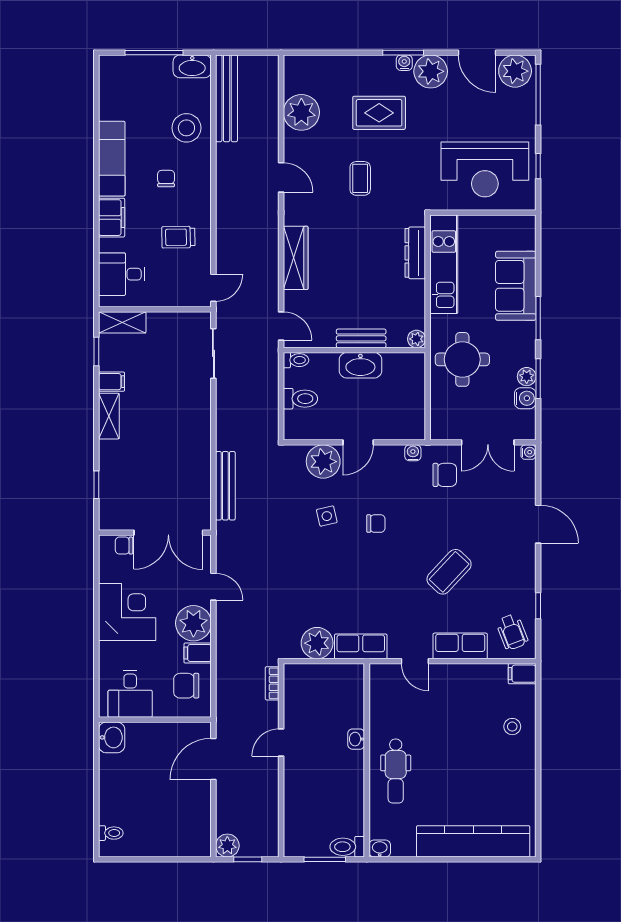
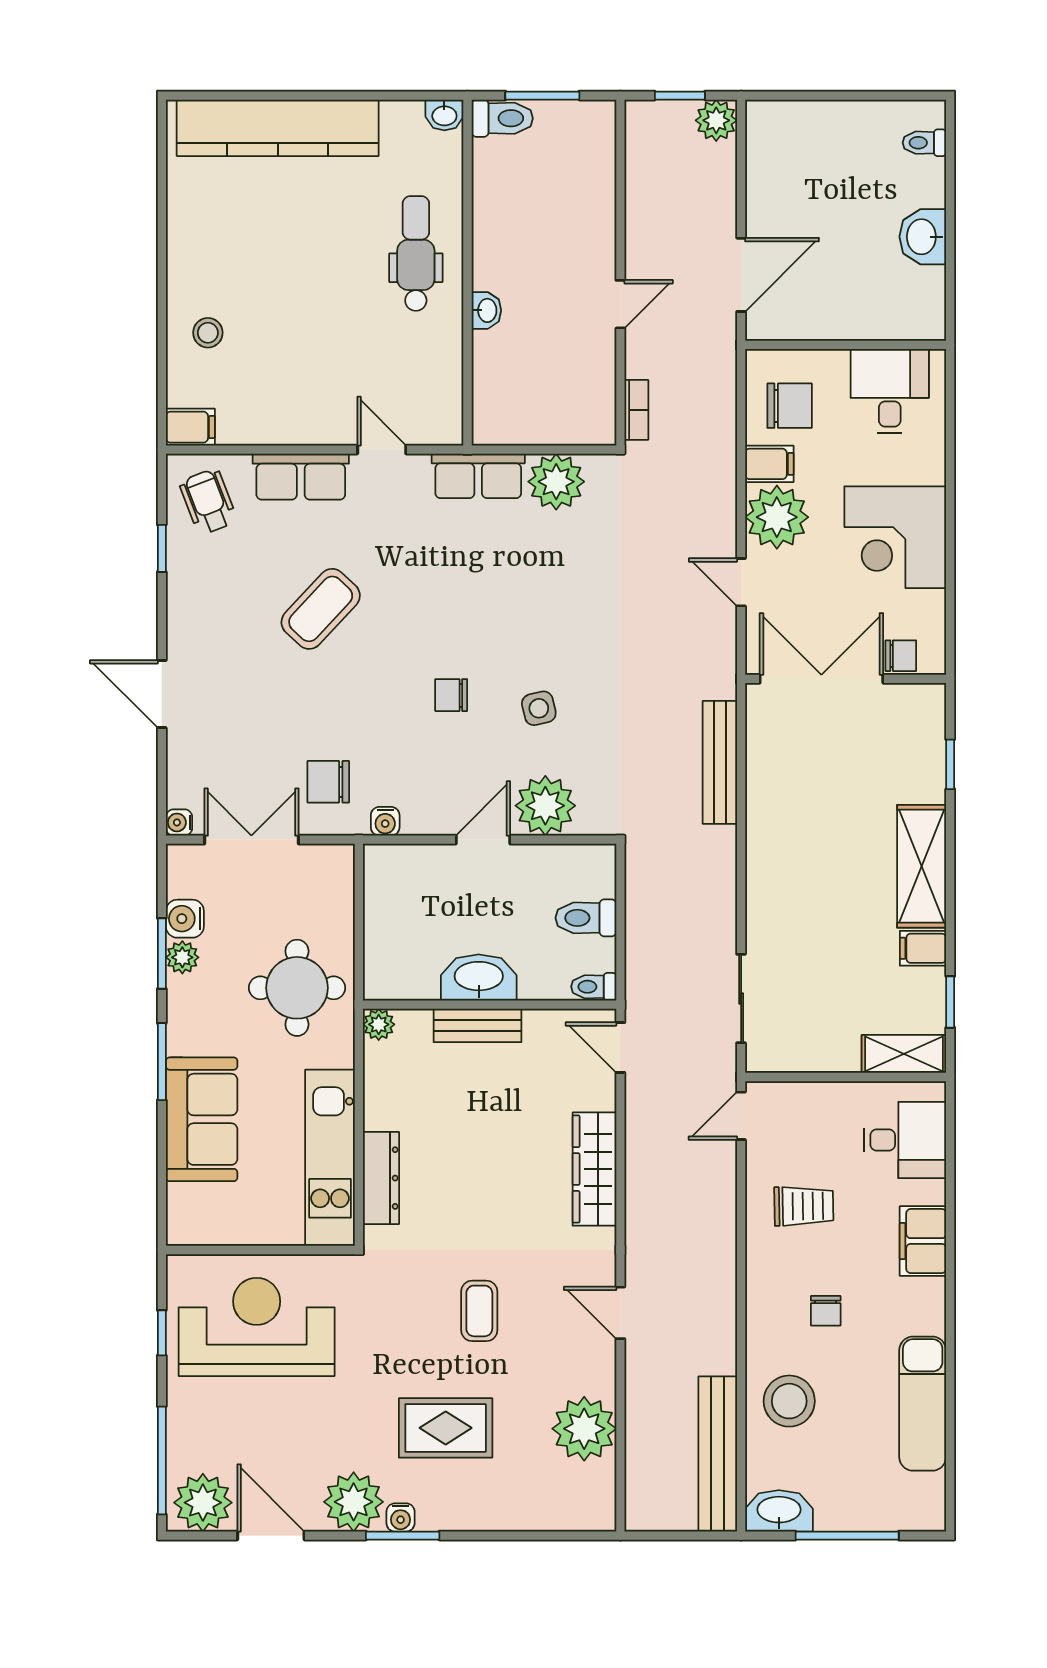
exam couch: (112, 159) -> (923, 1404), moved
shelving: (109, 416) -> (922, 866), width x1.50, depth x1.33
washbasin: (112, 737) -> (923, 237), moved

